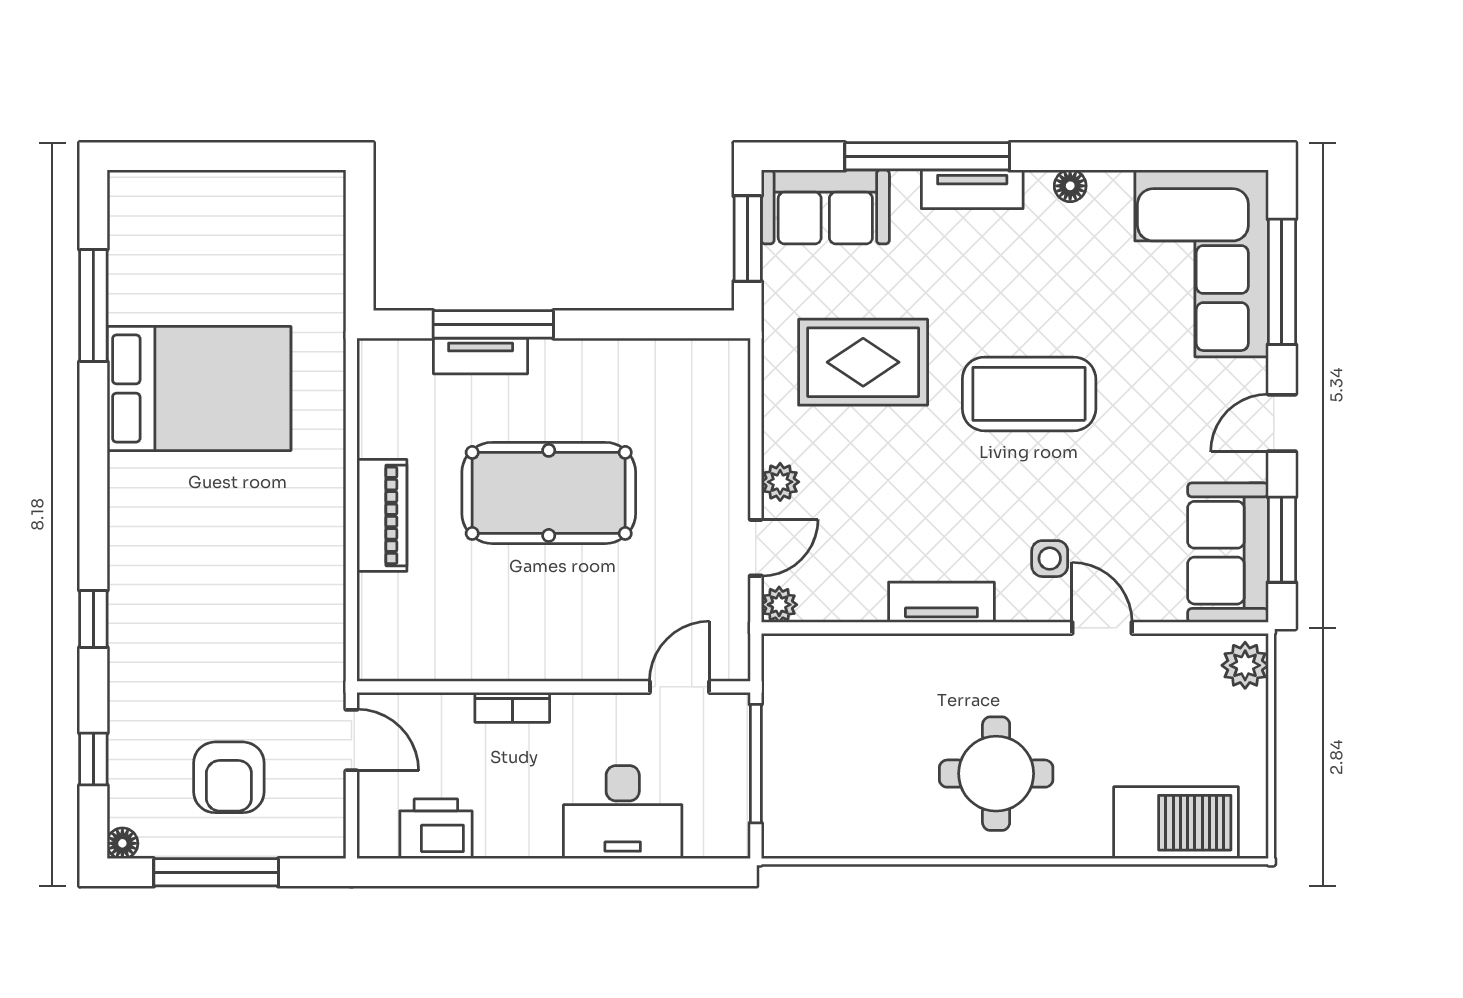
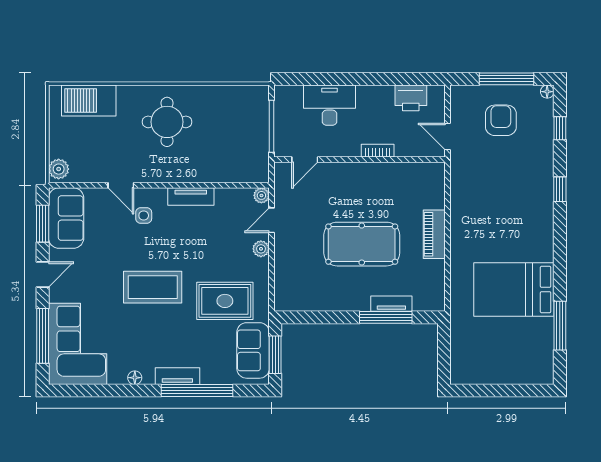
sofa: (825, 207) -> (253, 350), moved, turned -90

